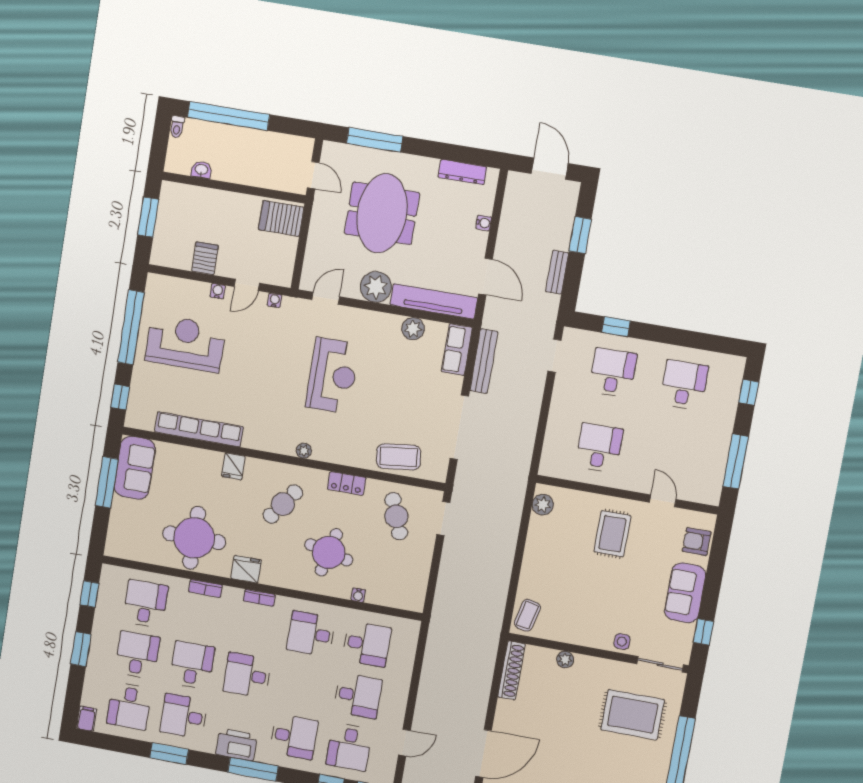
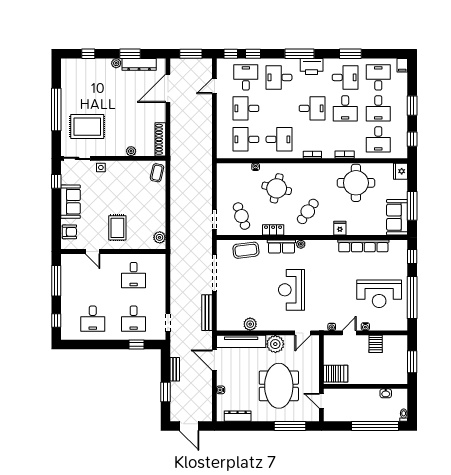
row of seats: (457, 350) -> (281, 247), moved, turned 90
fridge: (246, 569) -> (400, 171), moved, turned 90

